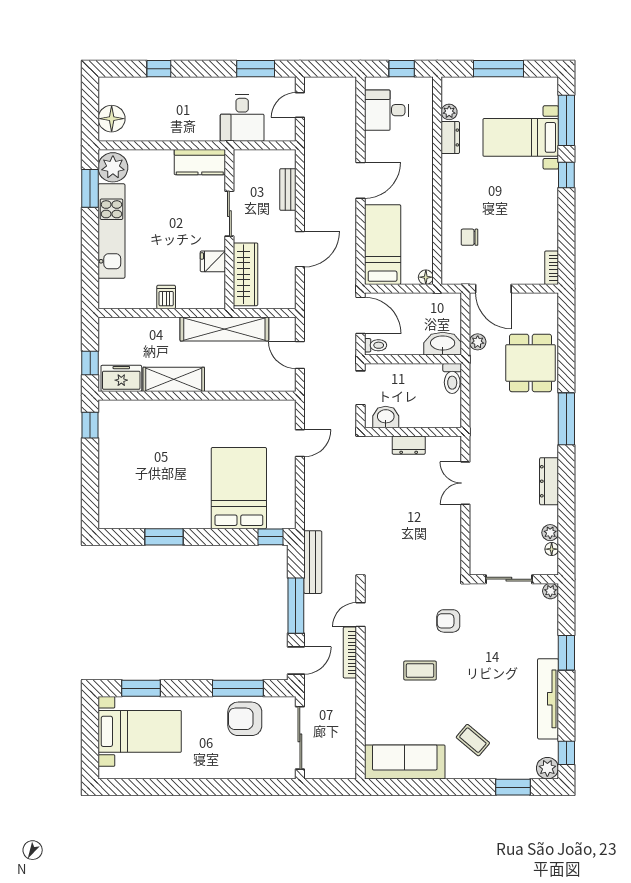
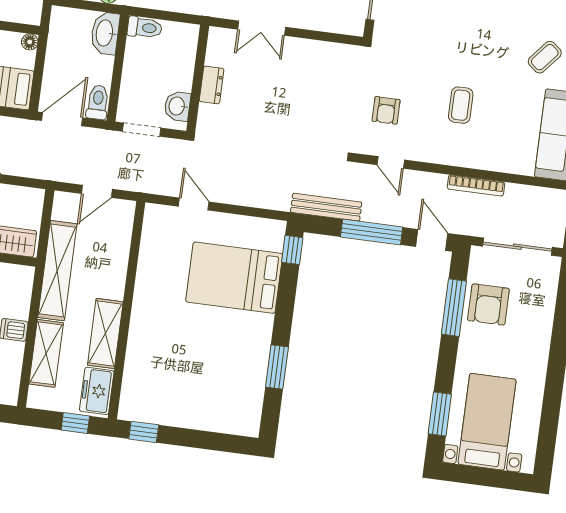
shelving: (149, 329) -> (46, 353), added
toilet: (376, 345) -> (98, 102), width x1.37, depth x1.39
armchair: (448, 621) -> (386, 110), moved
bookcase: (350, 653) -> (476, 185), moved

